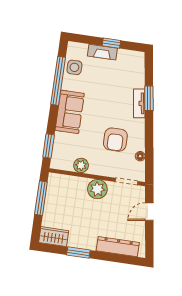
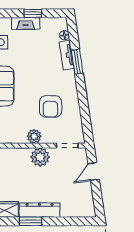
tv unit: (139, 103) -> (67, 55), moved
floor lamp: (140, 156) -> (64, 35), moved
plant: (81, 165) -> (34, 136), moved
dresser: (118, 247) -> (40, 210), moved

